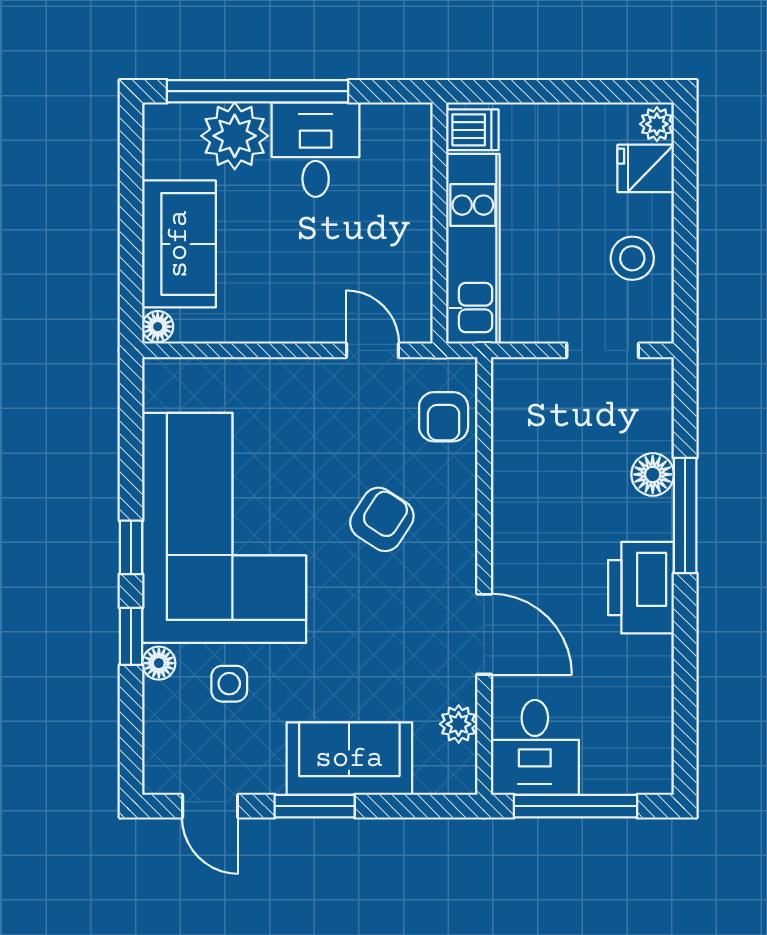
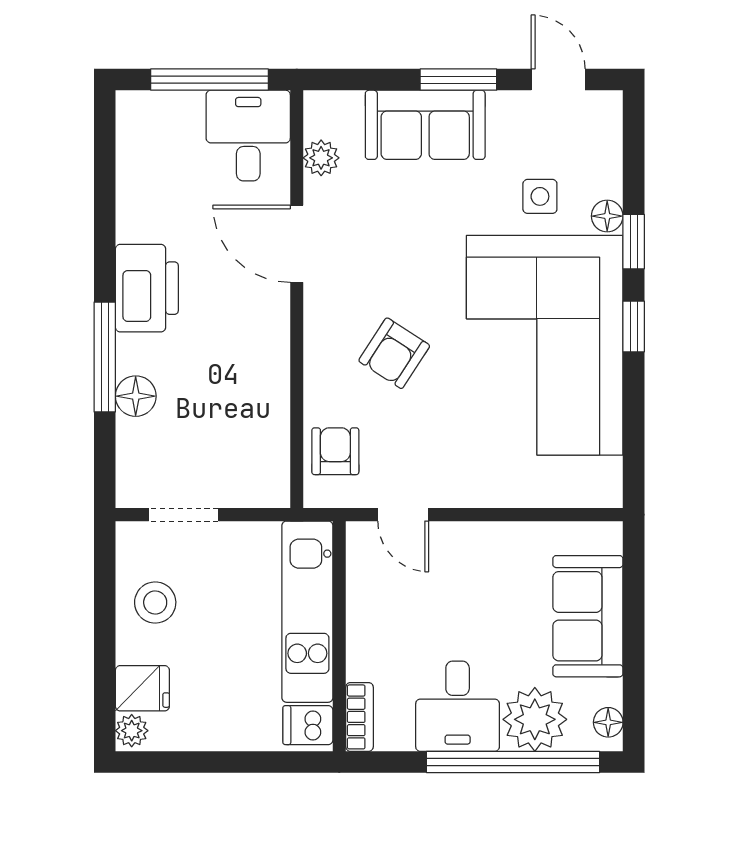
bookcase: (418, 138) -> (359, 717), added
floor lamp: (158, 327) -> (608, 722), moved

